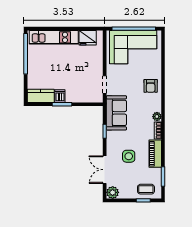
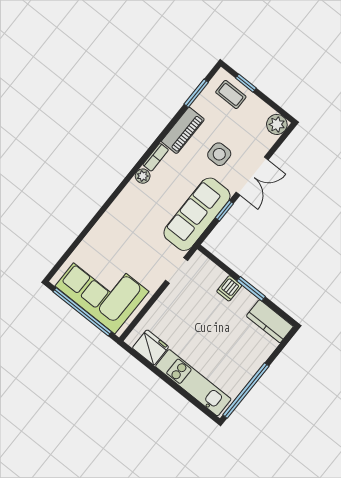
armchair: (151, 86) -> (119, 222), removed
dishwasher: (60, 96) -> (229, 288), moved
sofa: (116, 113) -> (197, 214), width x1.36
double door: (105, 170) -> (252, 176), moved

